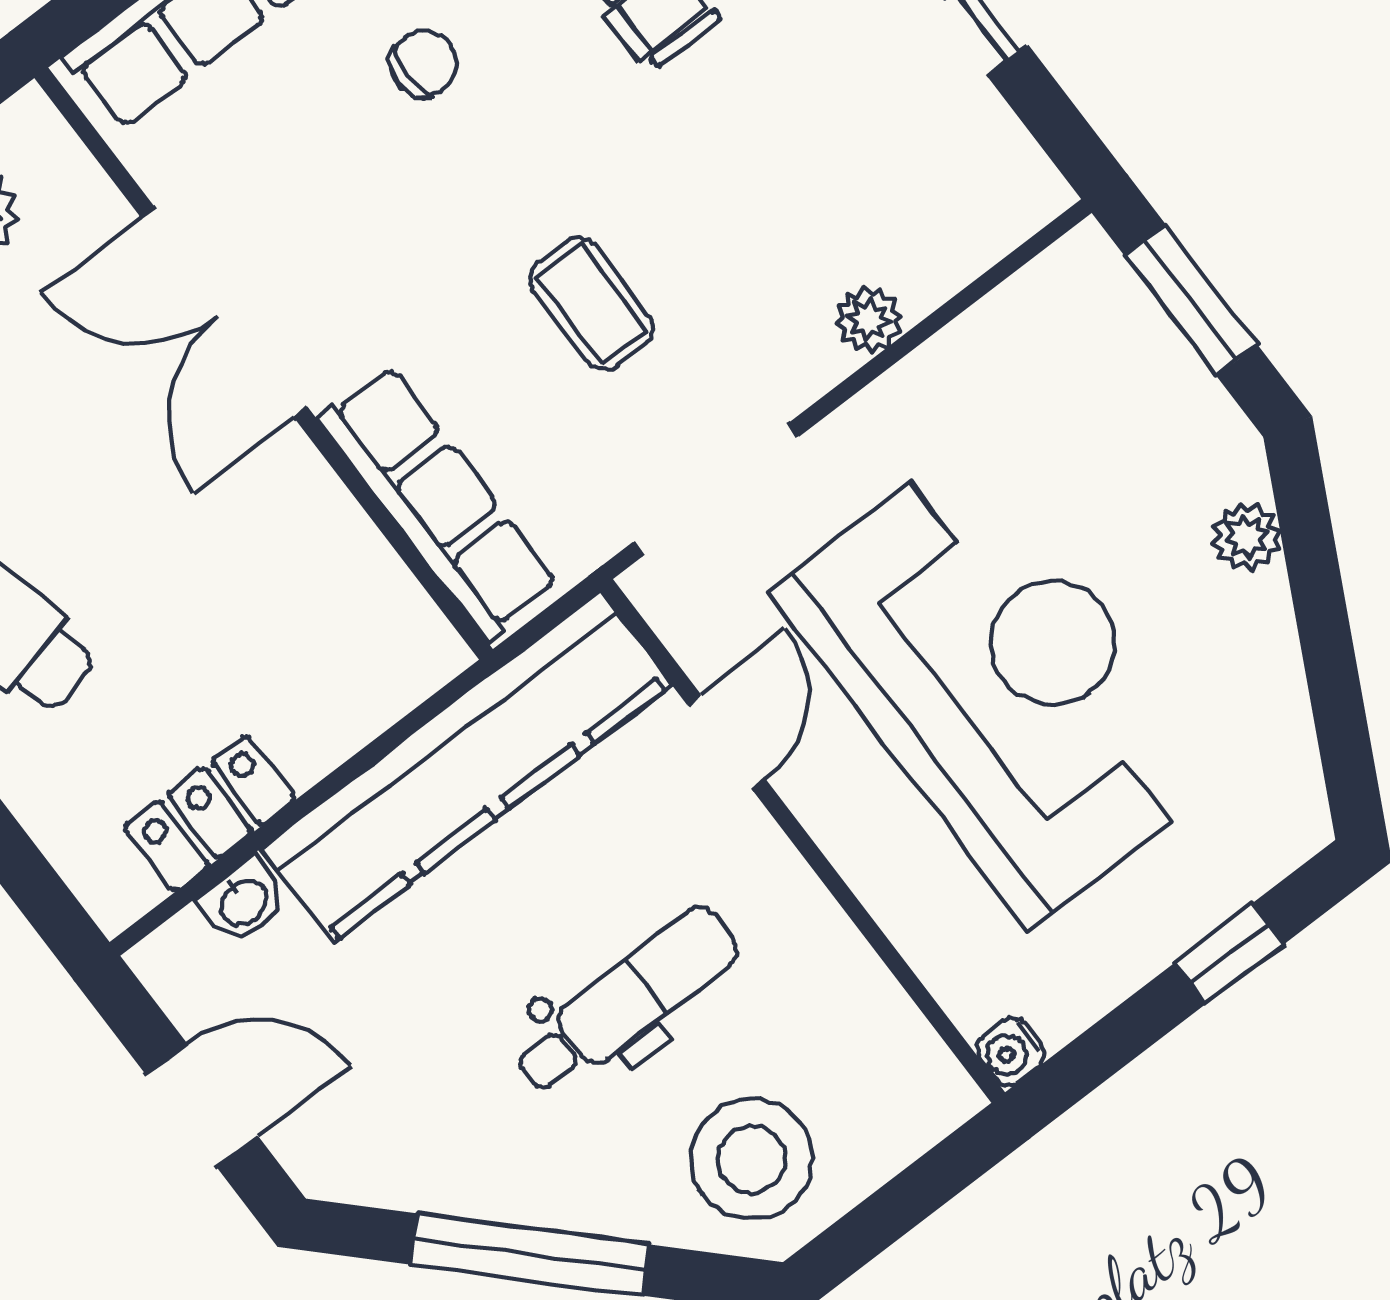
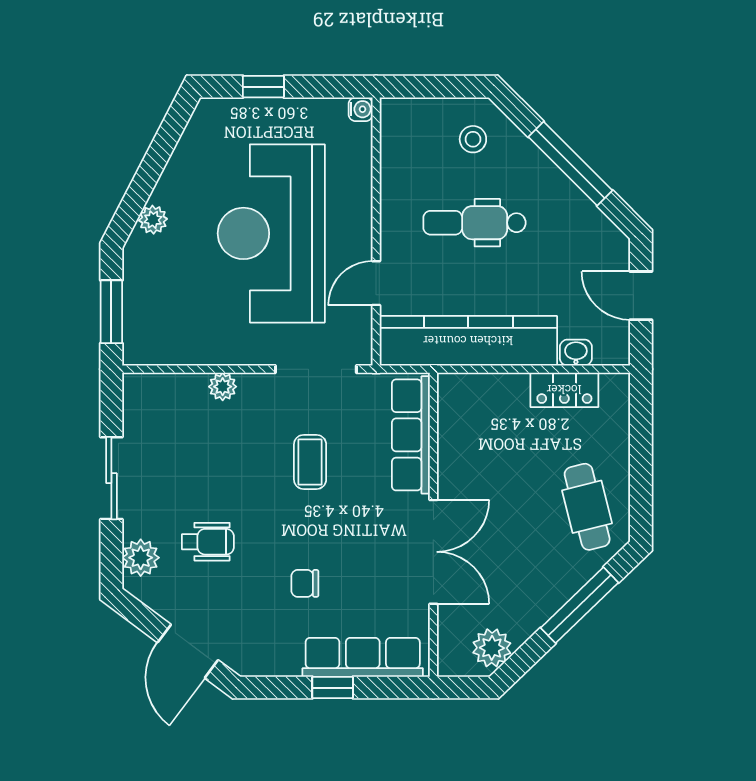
stool: (752, 1159) -> (473, 139), width x0.53, depth x0.53

